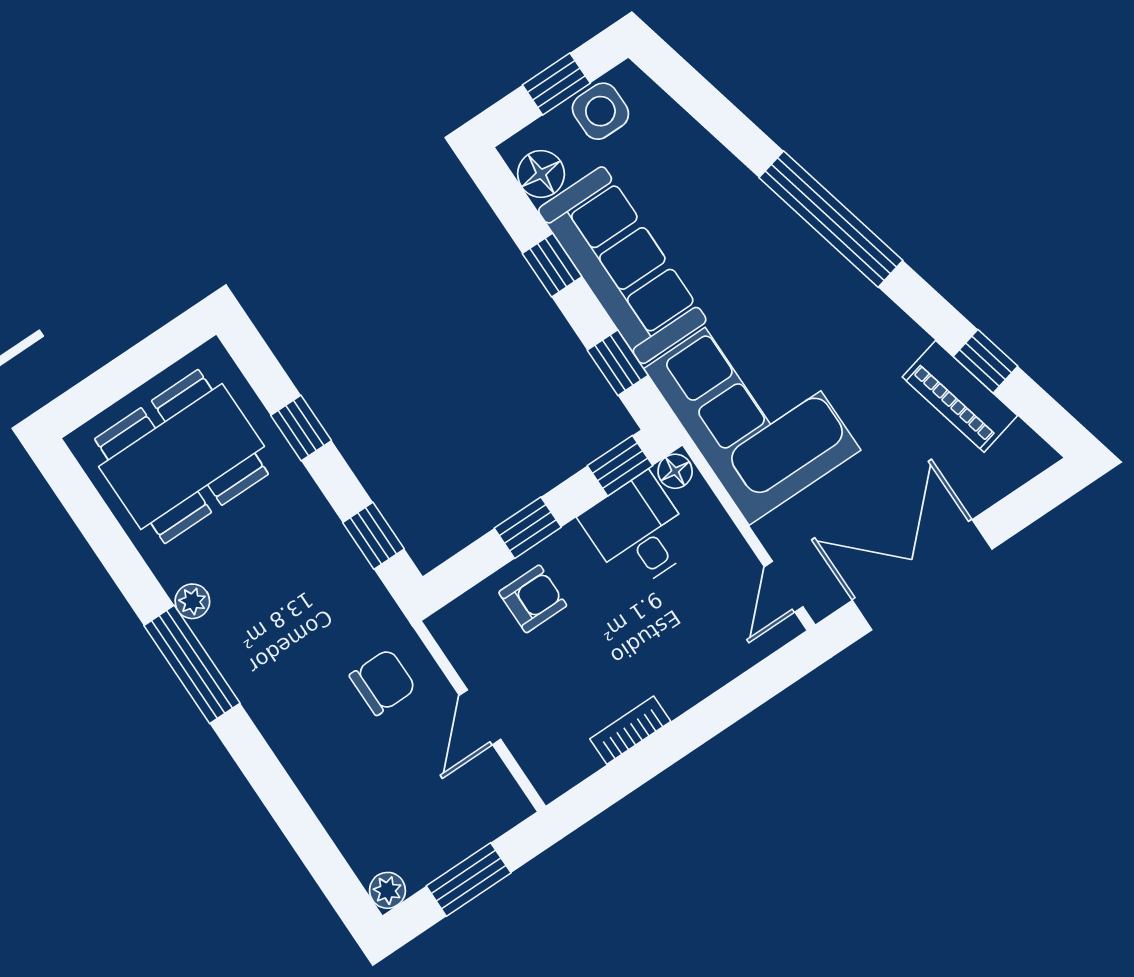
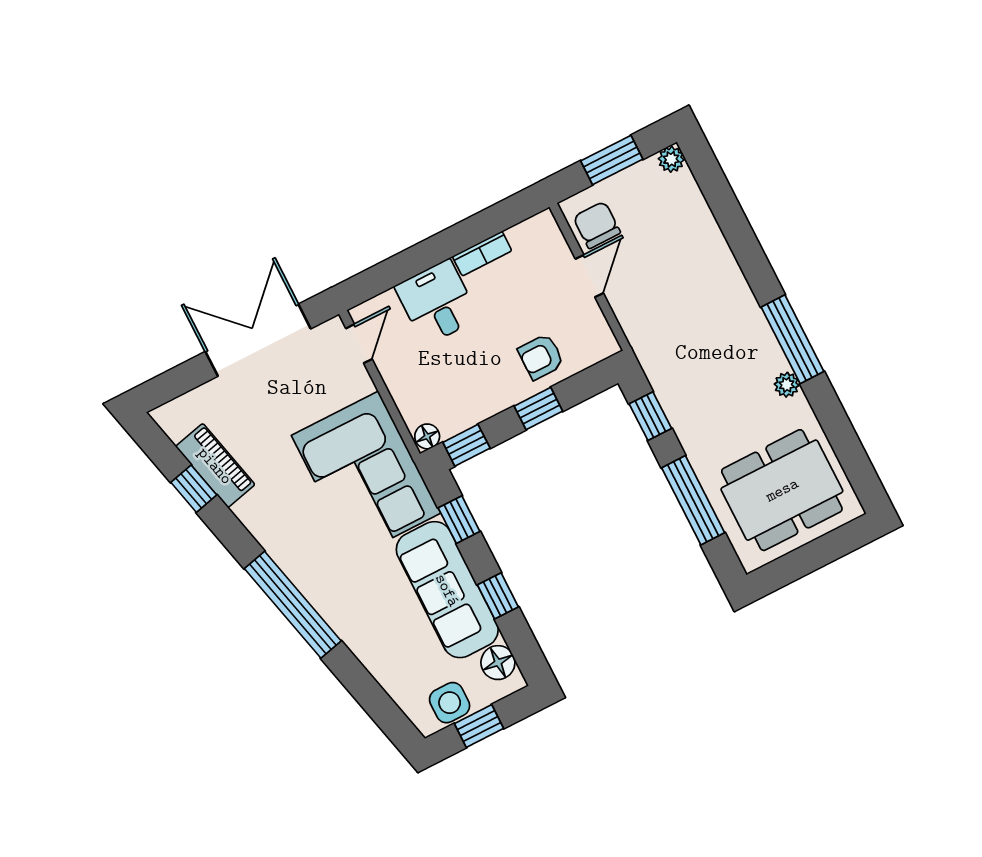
window: (301, 428) -> (693, 500), width x2.17
desk: (638, 532) -> (437, 302), moved, turned 180
double door: (922, 575) -> (258, 340), swing flipped
chair: (383, 682) -> (597, 225), moved, turned 90

